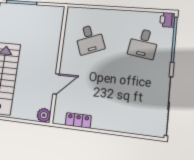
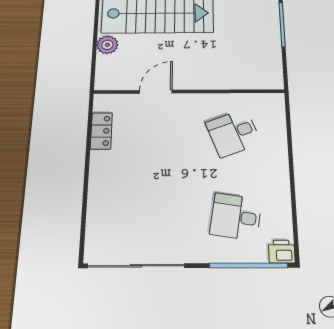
door: (56, 84) -> (156, 92), swing flipped
plant: (44, 115) -> (107, 45), moved

